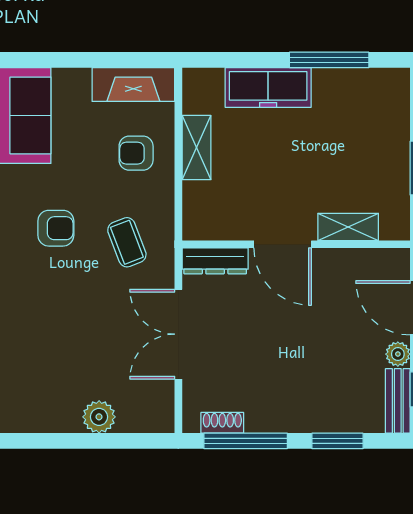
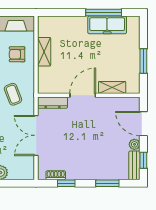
freezer: (268, 87) -> (107, 25), moved
door: (283, 244) -> (83, 95), swing flipped
window: (246, 441) -> (66, 183), width x0.46

